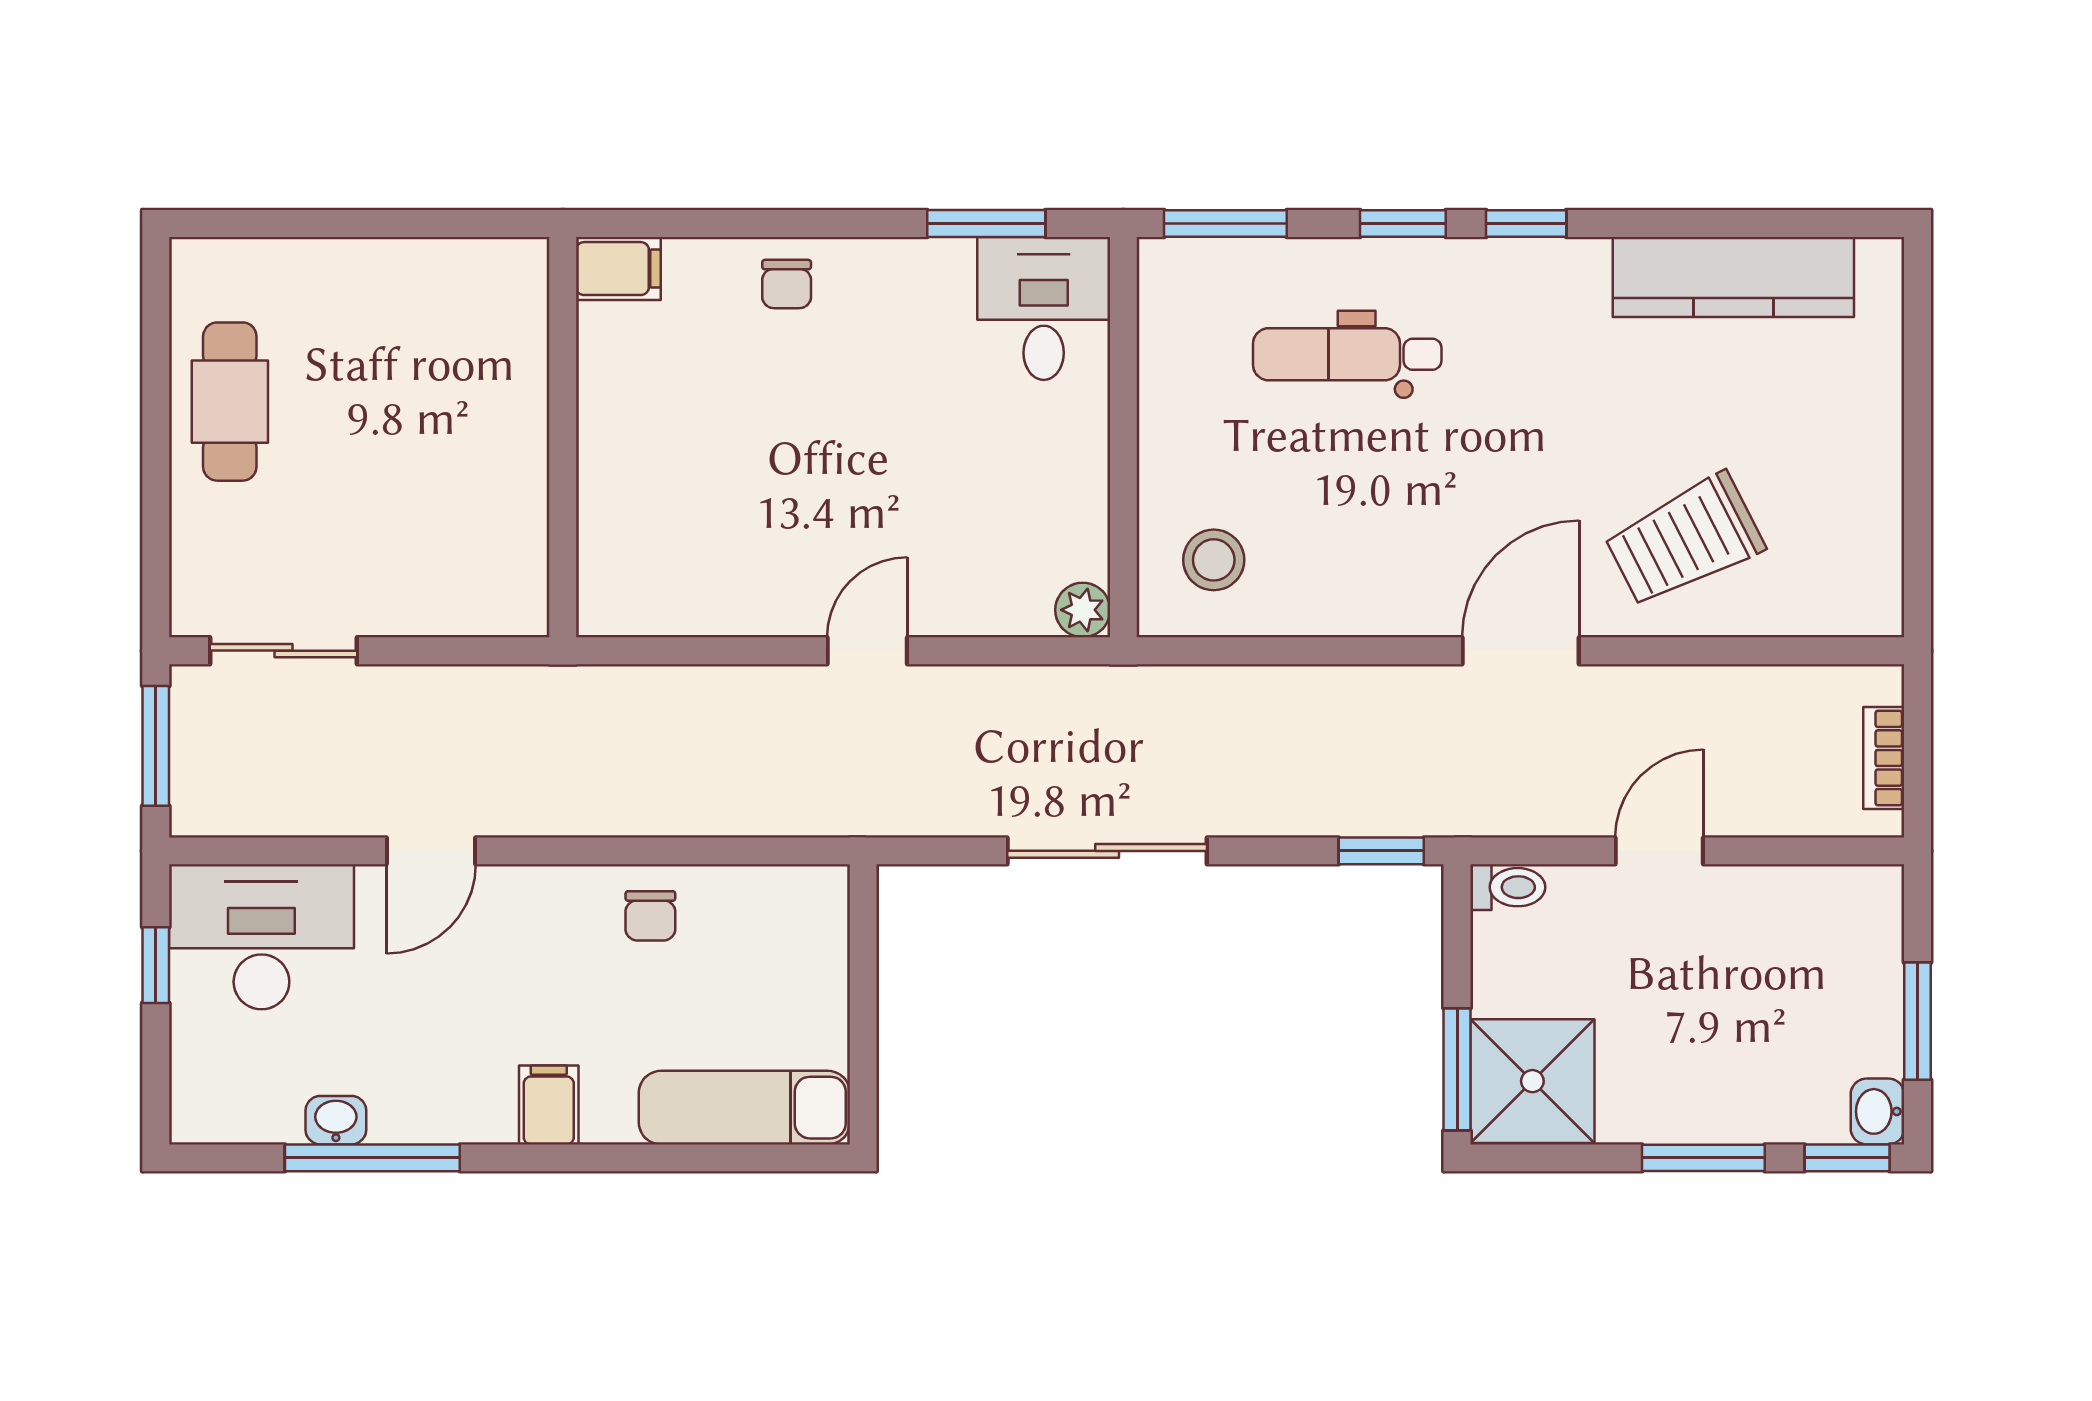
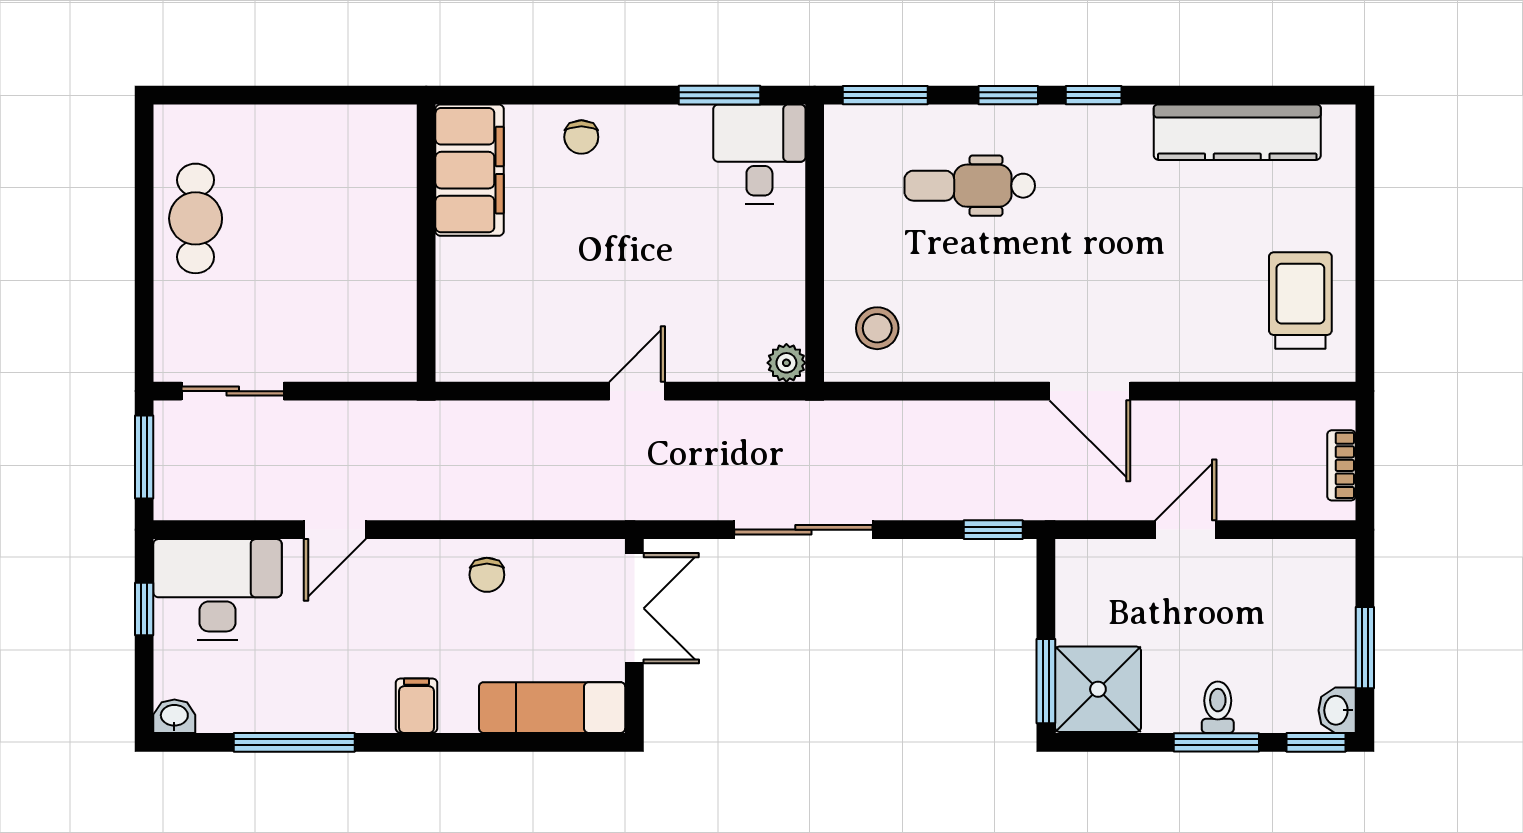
filing cabinet: (618, 269) -> (470, 170), width x3.00, depth x1.17
trolley: (1684, 540) -> (1300, 300), moved, turned 117
door: (1521, 651) -> (1090, 391), swing flipped
toilet: (1508, 887) -> (1218, 707), moved, turned -90
double door: (863, 964) -> (634, 608), added
washbasin: (336, 1120) -> (174, 716), moved

